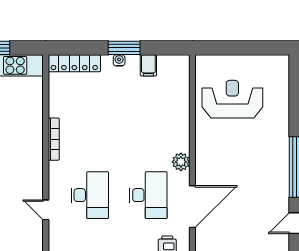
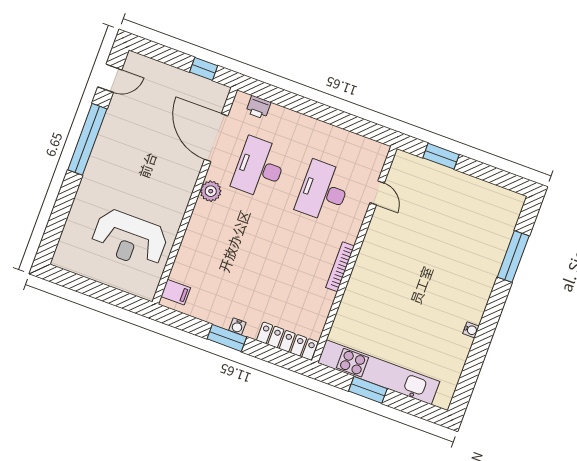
filing cabinet: (148, 65) -> (176, 292), moved, turned 90
door: (192, 207) -> (216, 138), hinge flipped

